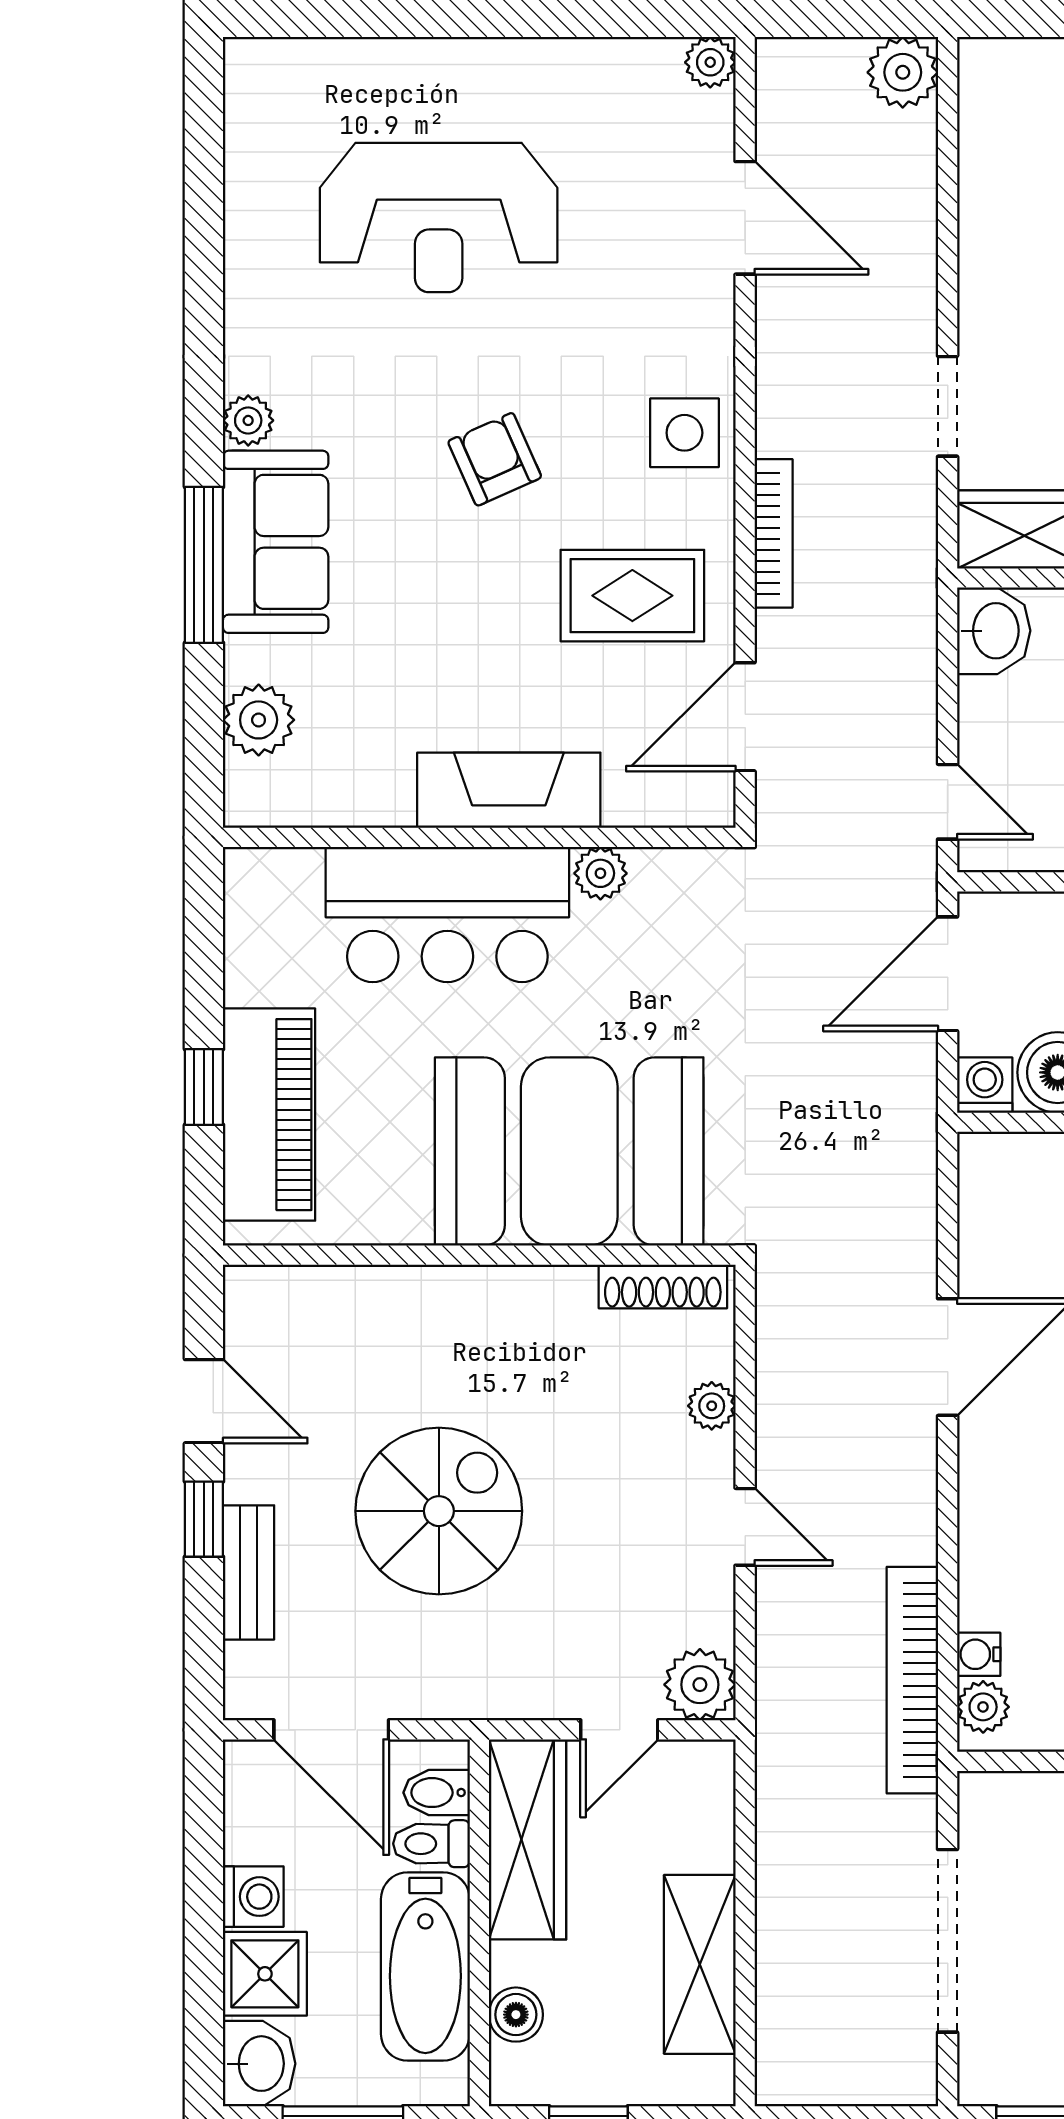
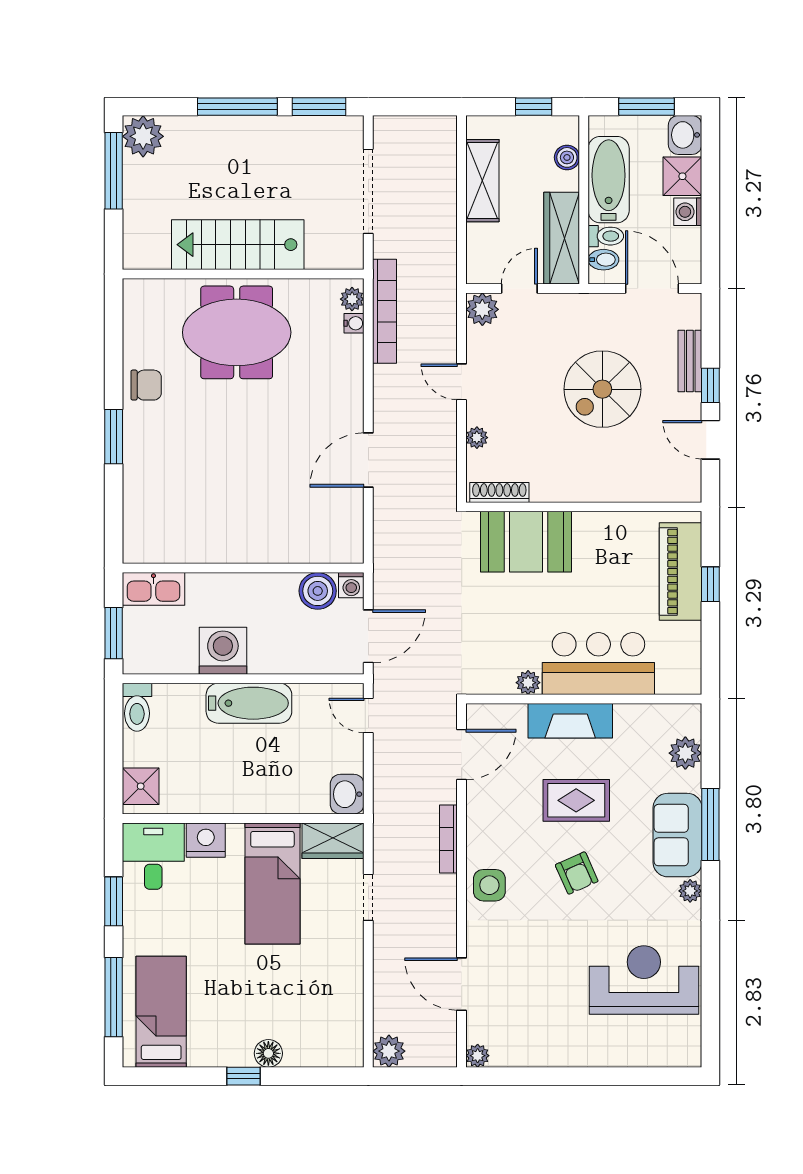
reception desk: (439, 218) -> (644, 980), moved
rug: (632, 596) -> (576, 800), moved
booth: (569, 1152) -> (526, 542), width x0.73, depth x0.70

